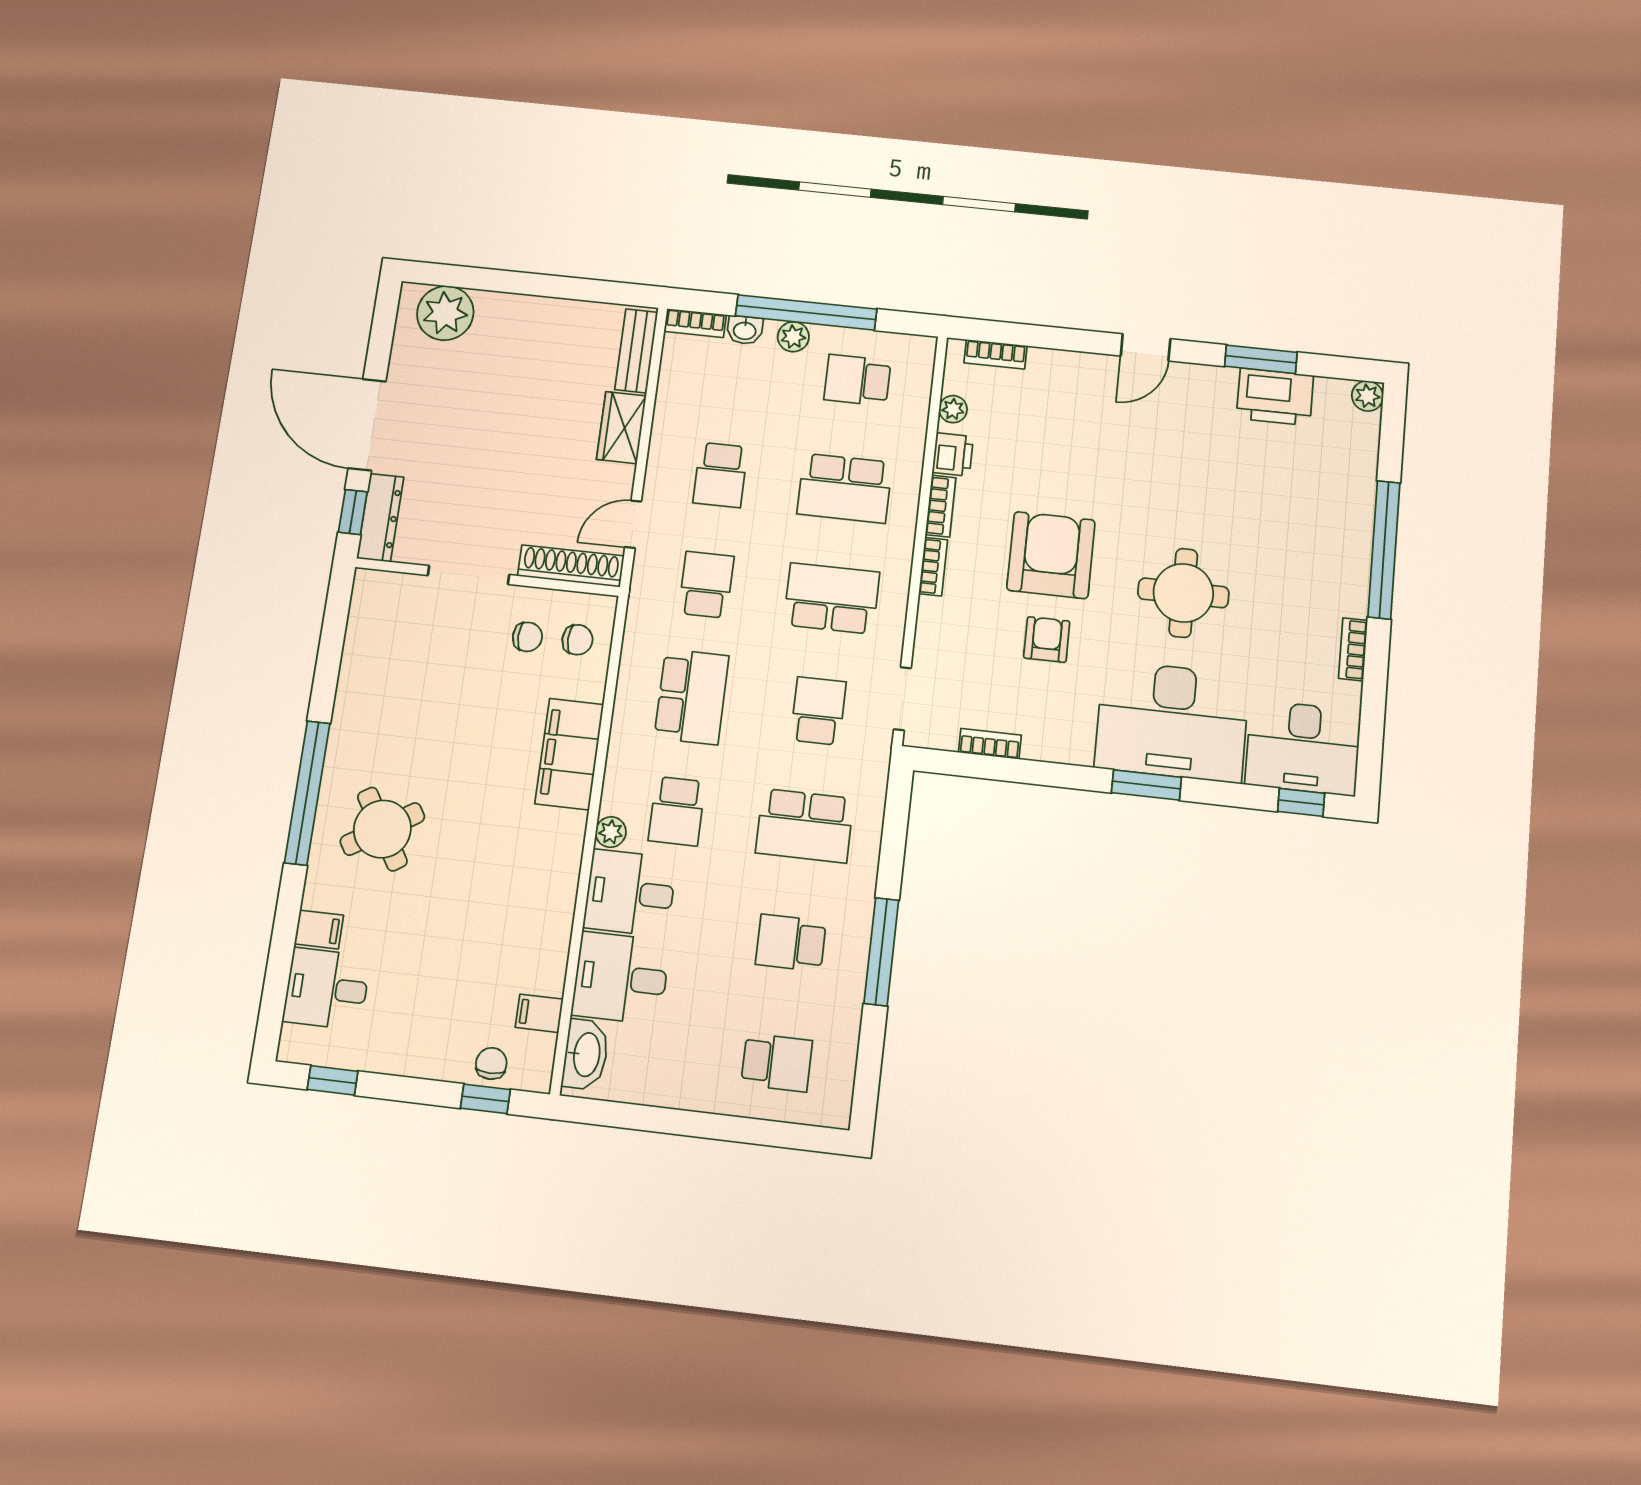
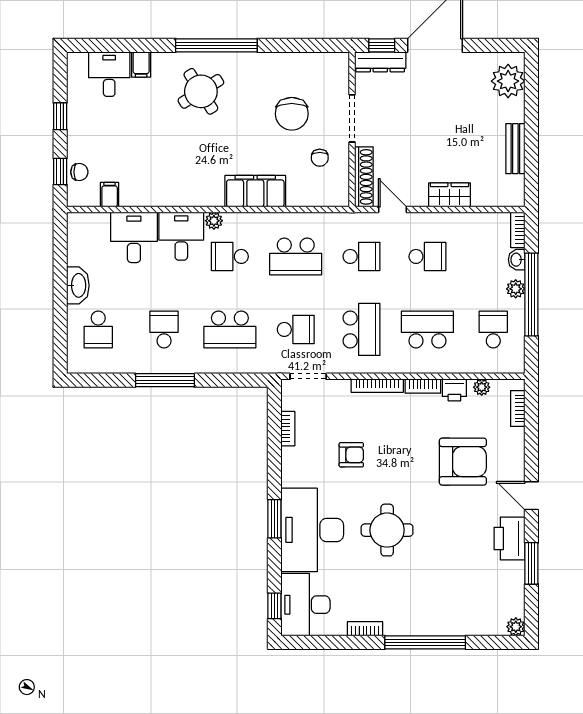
bench: (636, 351) -> (515, 149), moved, turned 90
printer: (1275, 397) -> (509, 539), moved
school desk: (720, 475) -> (427, 256), turned 180
school desk: (845, 488) -> (427, 329), turned 90
armchair: (1051, 555) -> (463, 462), moved
bookcase: (933, 567) -> (377, 386), width x1.56
chair: (577, 640) -> (292, 114), moved, width x1.87, depth x1.87
school desk: (805, 826) -> (230, 329), turned -90
washbasin: (586, 1054) -> (78, 285), moved, turned -90
window: (333, 1080) -> (60, 116), moved

